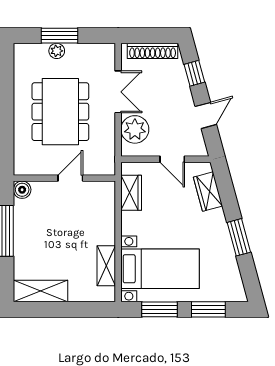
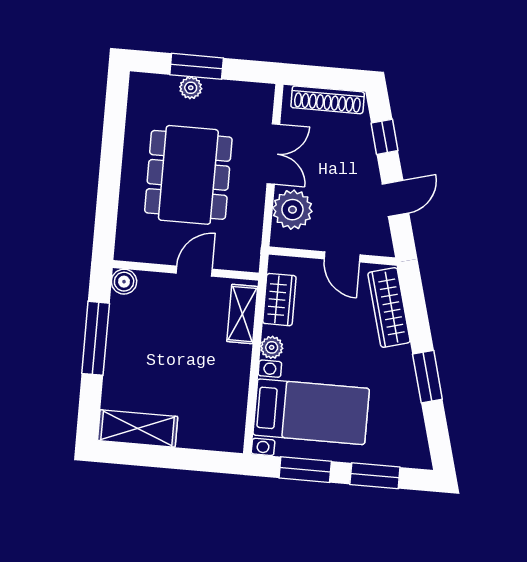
wardrobe: (208, 192) -> (389, 307), width x1.50
plant: (129, 226) -> (272, 347), added
shelving: (106, 266) -> (242, 314), moved

